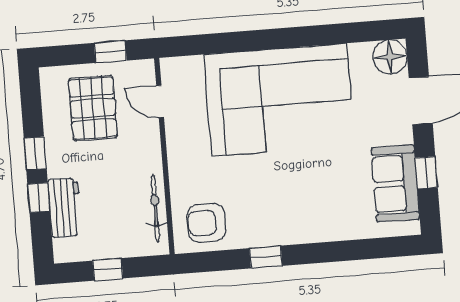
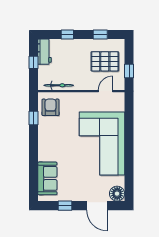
window: (35, 153) -> (100, 34), moved
sofa: (395, 184) -> (47, 178), moved, turned 90
workbench: (65, 208) -> (44, 52), moved, turned -90
window: (266, 257) -> (33, 118), moved

